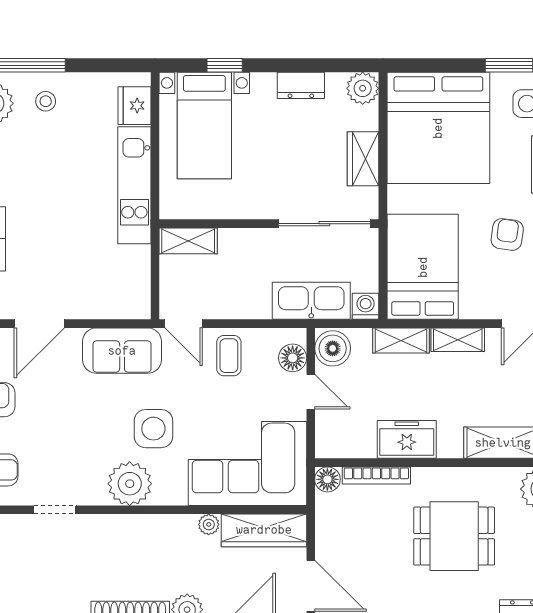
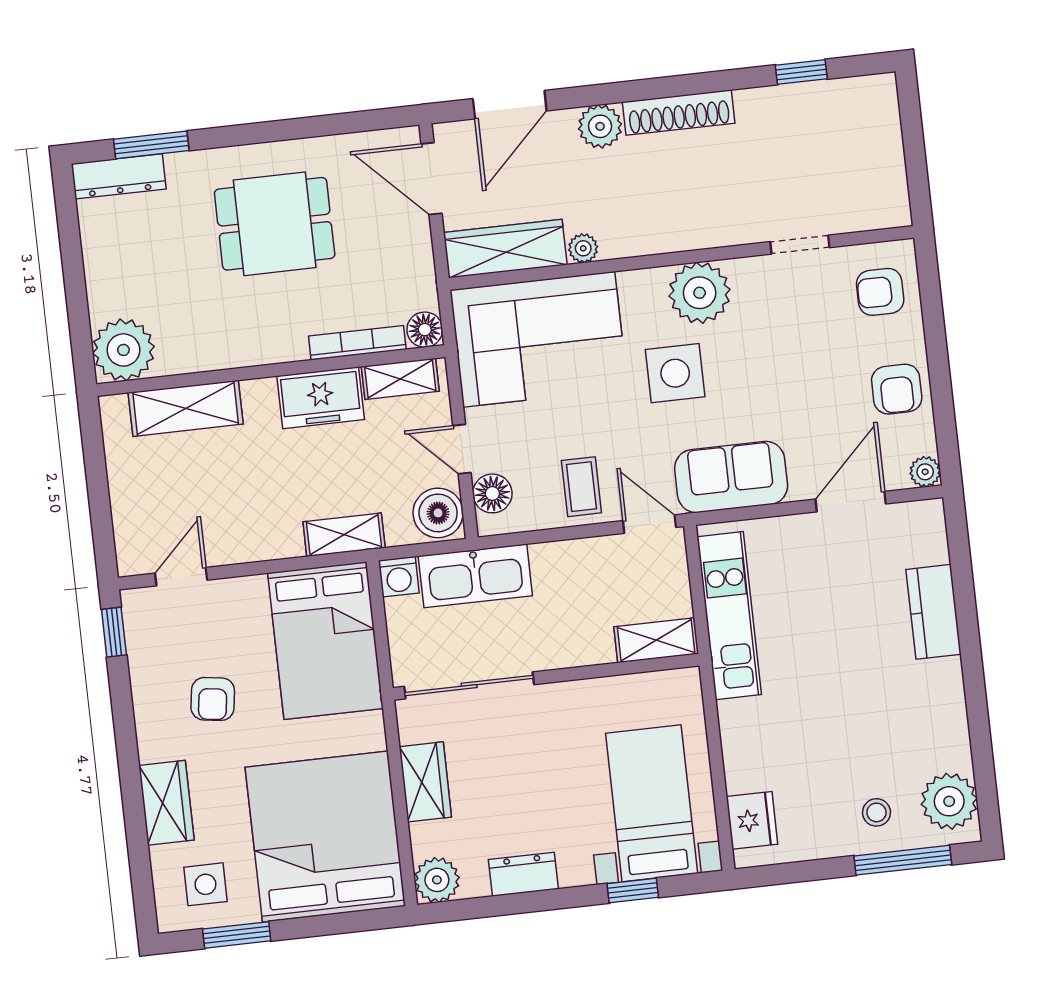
kitchen unit: (134, 185) -> (729, 616), moved
shelving: (458, 340) -> (400, 379), moved
dining table: (454, 536) -> (275, 224), moved

